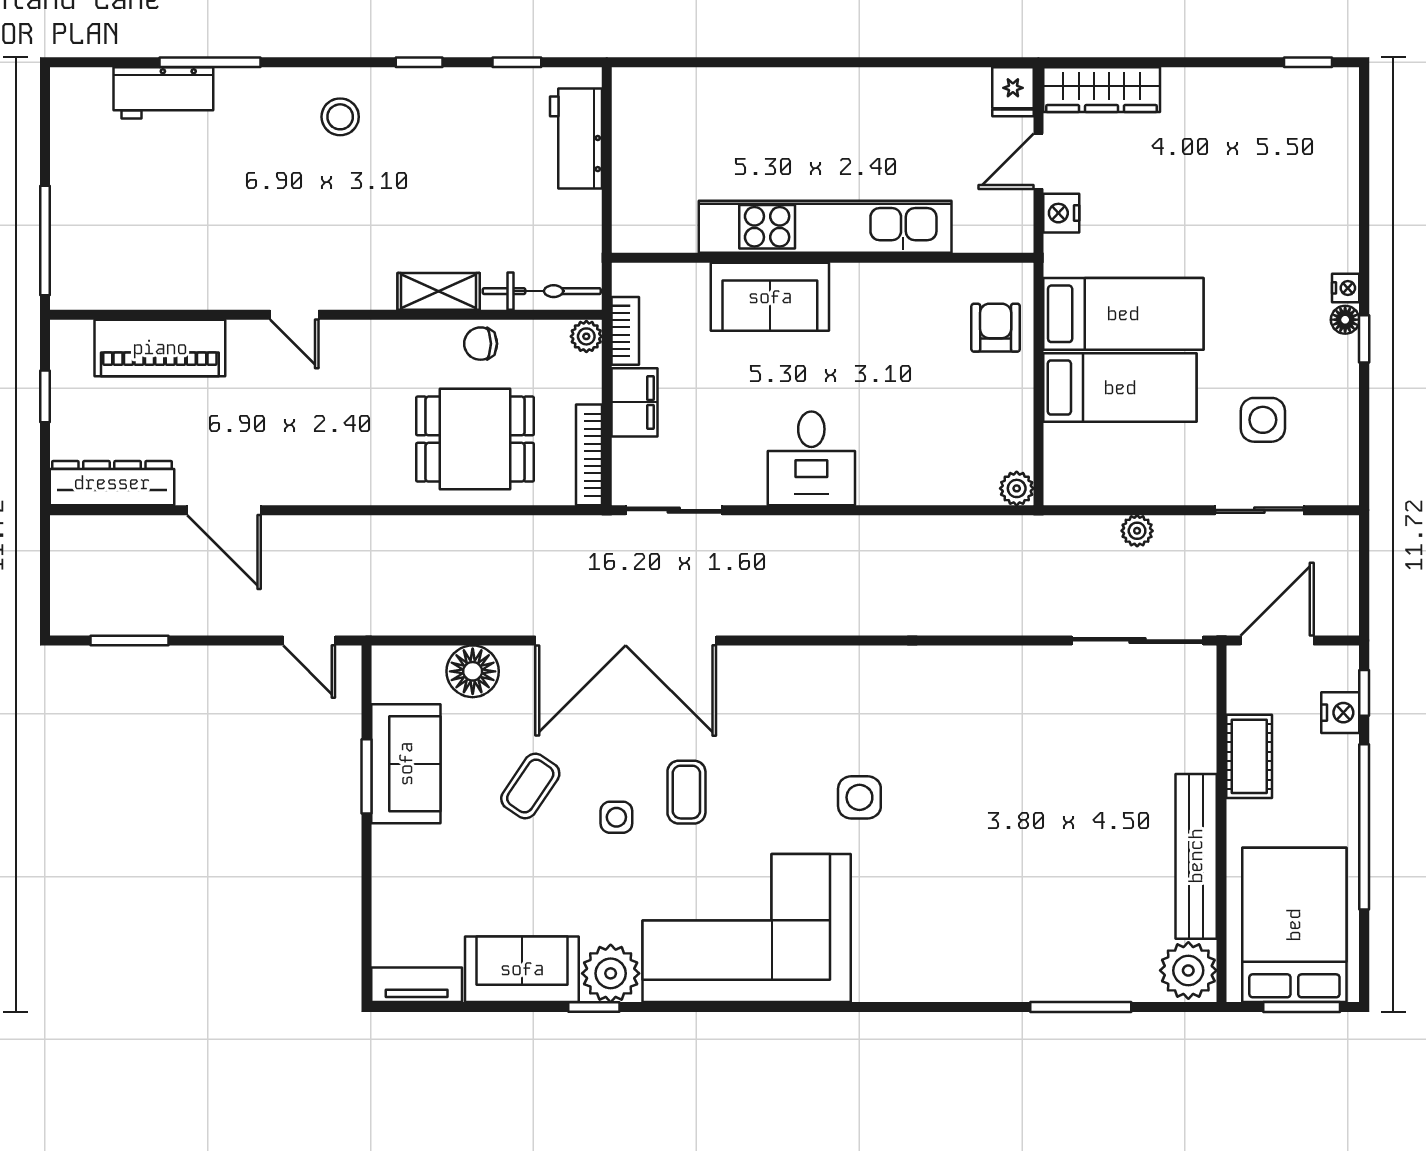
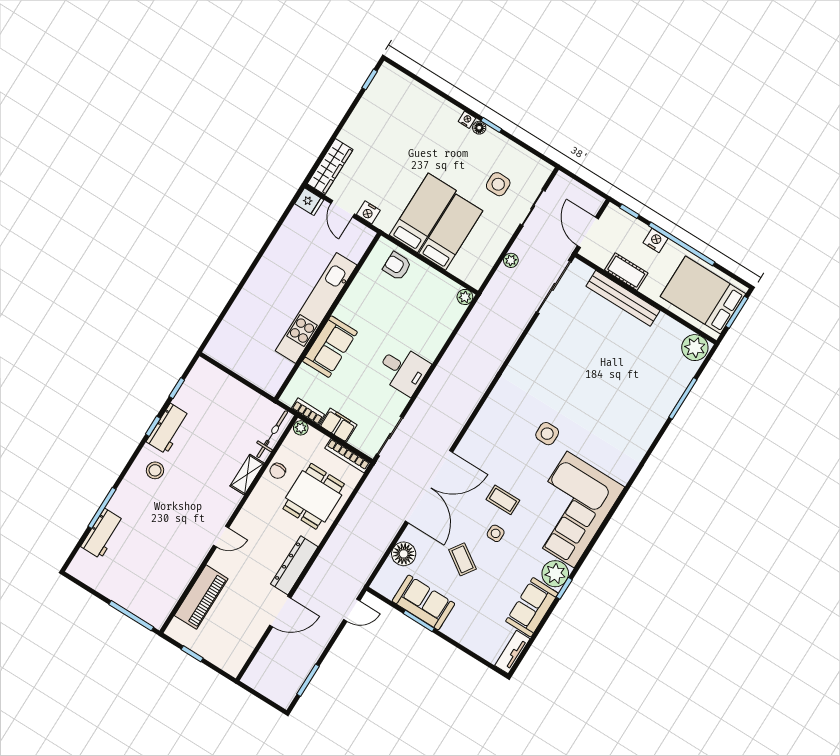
workbench: (576, 139) -> (168, 429), moved, turned -90
dresser: (112, 483) -> (294, 565), moved
nightstand: (1340, 713) -> (655, 240), moved
bench: (1196, 856) -> (623, 298), moved

